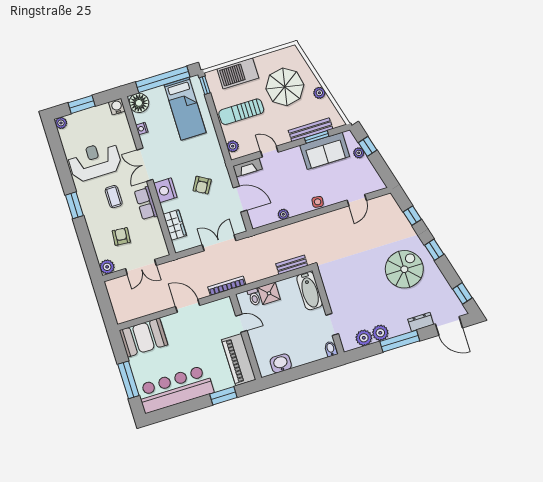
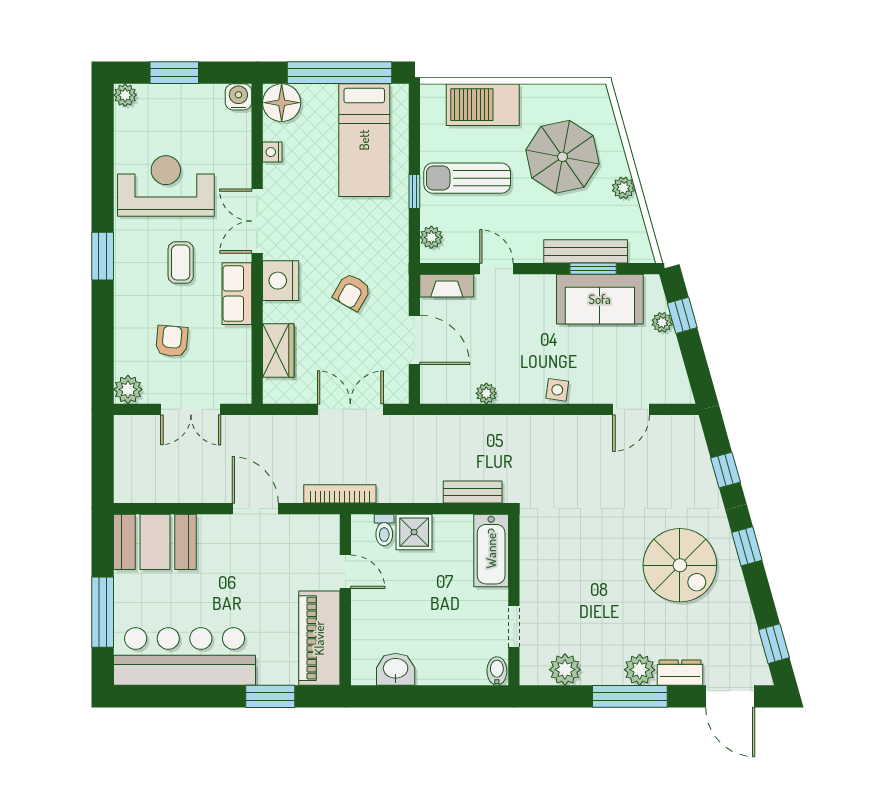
window: (205, 85) -> (414, 191), moved
spiral stairs: (404, 269) -> (680, 565), turned 90
plant: (380, 333) -> (640, 670), moved

